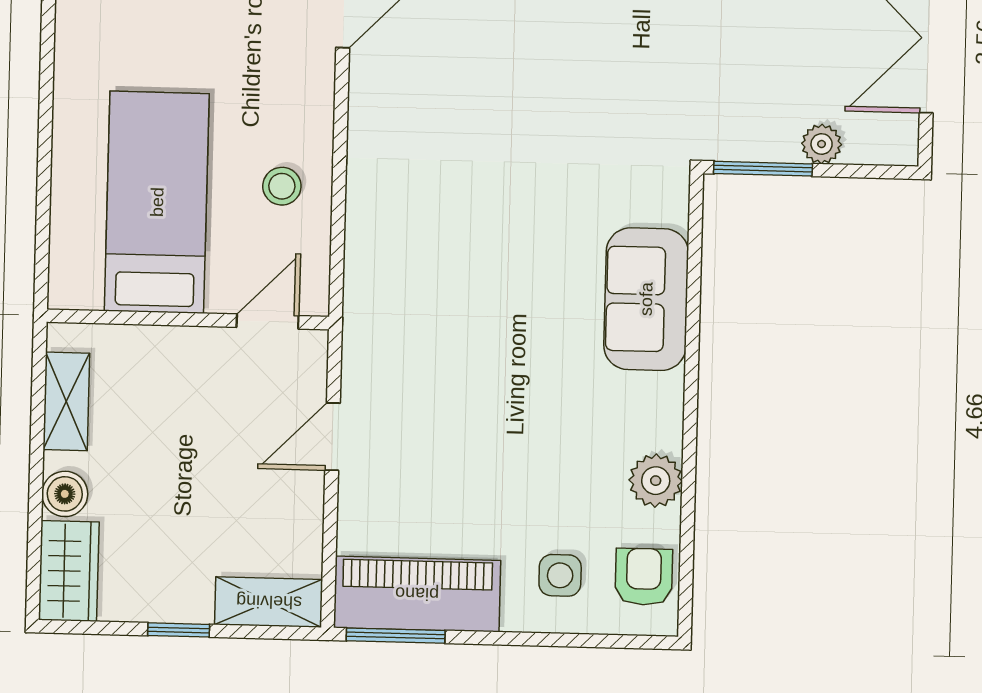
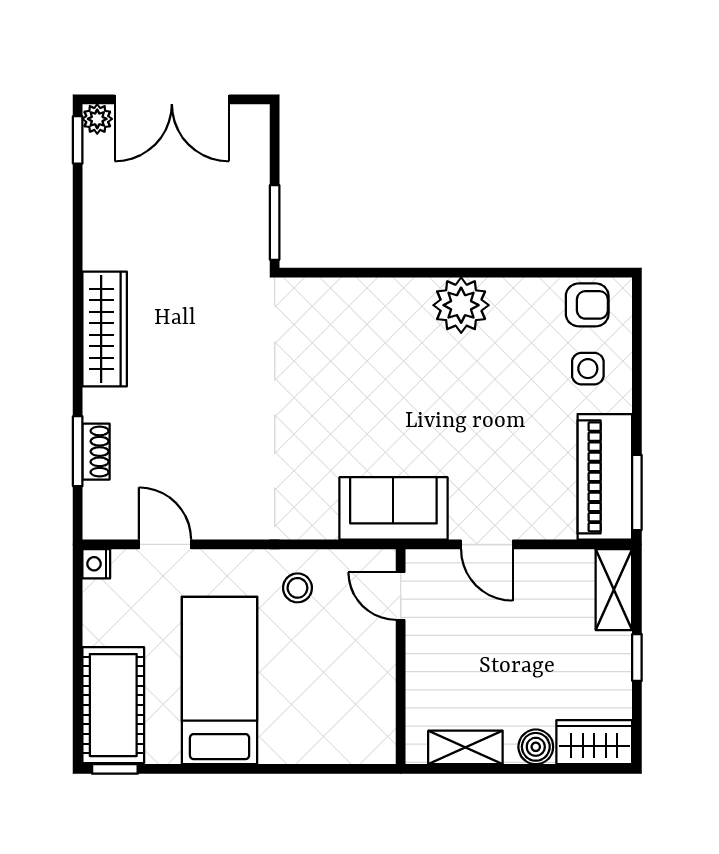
plant: (822, 144) -> (255, 178), removed
bed: (157, 202) -> (220, 680), moved, turned 90
sofa: (646, 299) -> (393, 508), moved, turned 180
plant: (656, 481) -> (461, 305), moved, width x1.36, depth x1.36
armchair: (644, 577) -> (587, 305), turned 180

